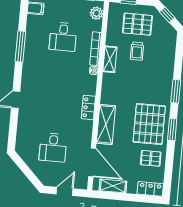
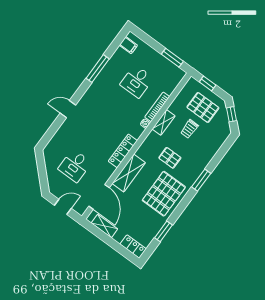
plant: (97, 13) -> (175, 79), removed
locker: (88, 108) -> (123, 151), width x1.53
window: (172, 129) -> (163, 231), moved
pallet: (151, 158) -> (170, 158), moved

